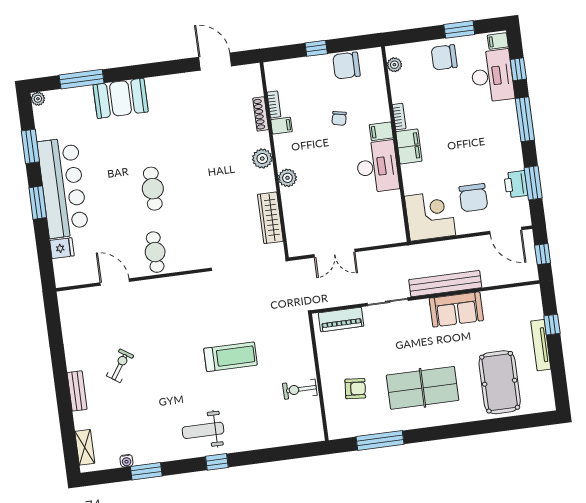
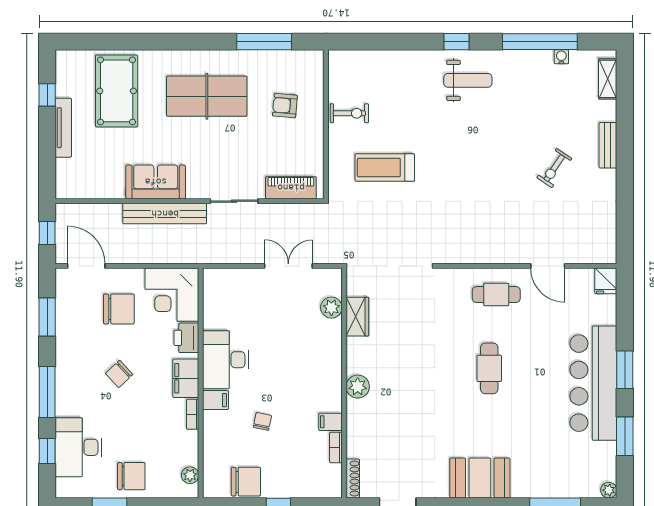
filing cabinet: (498, 41) -> (67, 487), removed
booth: (121, 98) -> (480, 478), moved
shoe rack: (261, 114) -> (353, 478), moved
chair: (466, 143) -> (119, 374), added
plant: (287, 178) -> (331, 308), moved
printer: (516, 184) -> (186, 338), moved, turned 180
chair: (473, 198) -> (119, 309), turned 90
wardrobe: (270, 218) -> (357, 317), width x0.67
fridge: (62, 248) -> (606, 281), moved, turned -90
cafe table: (155, 252) -> (496, 294), turned 90
window: (552, 325) -> (47, 95), moved
treadmill: (231, 357) -> (385, 168), moved
window: (146, 471) -> (540, 42), width x2.11

